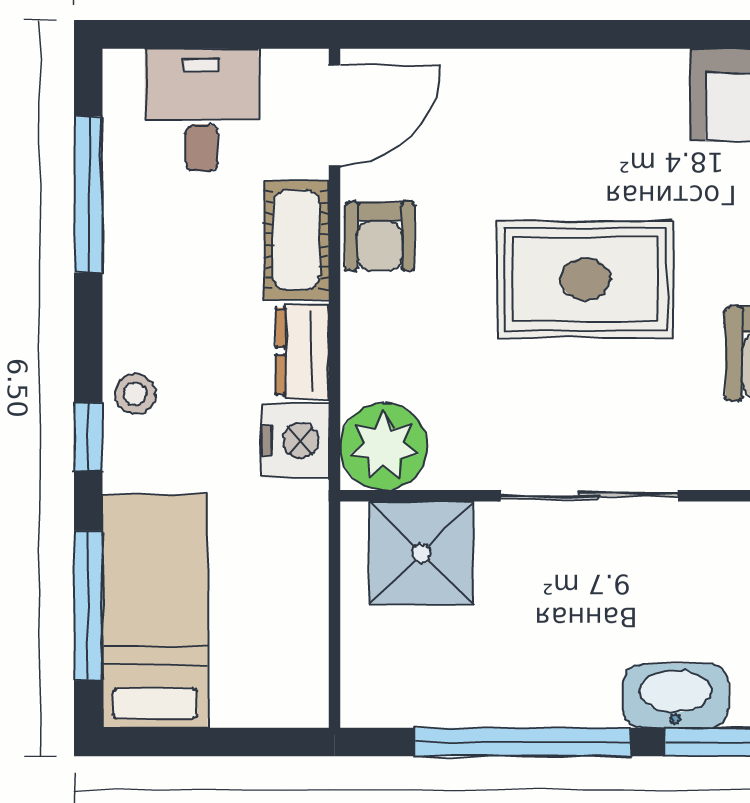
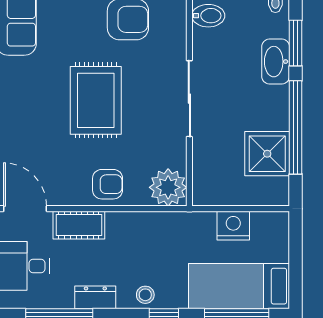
armchair: (380, 236) -> (108, 184), moved
dresser: (302, 351) -> (95, 297), moved, turned 180
nightstand: (295, 441) -> (233, 226), moved
shower: (421, 553) -> (267, 154), moved

